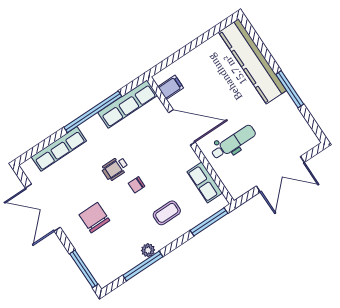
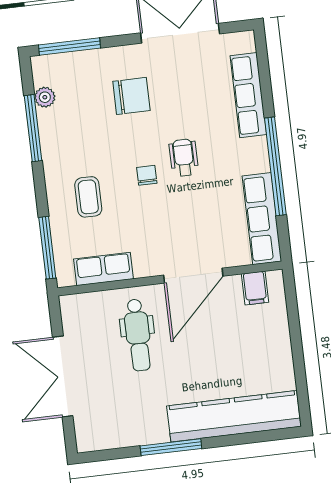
plant: (148, 250) -> (45, 97), moved

